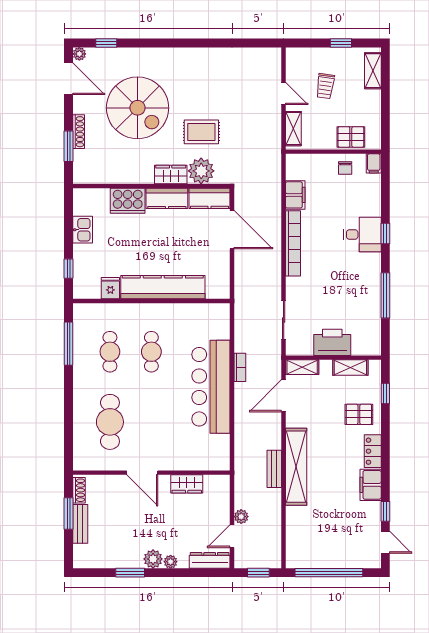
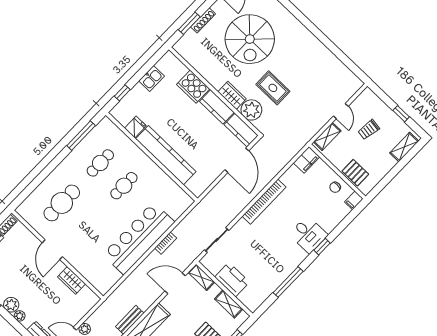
filing cabinet: (295, 195) -> (307, 160), moved

